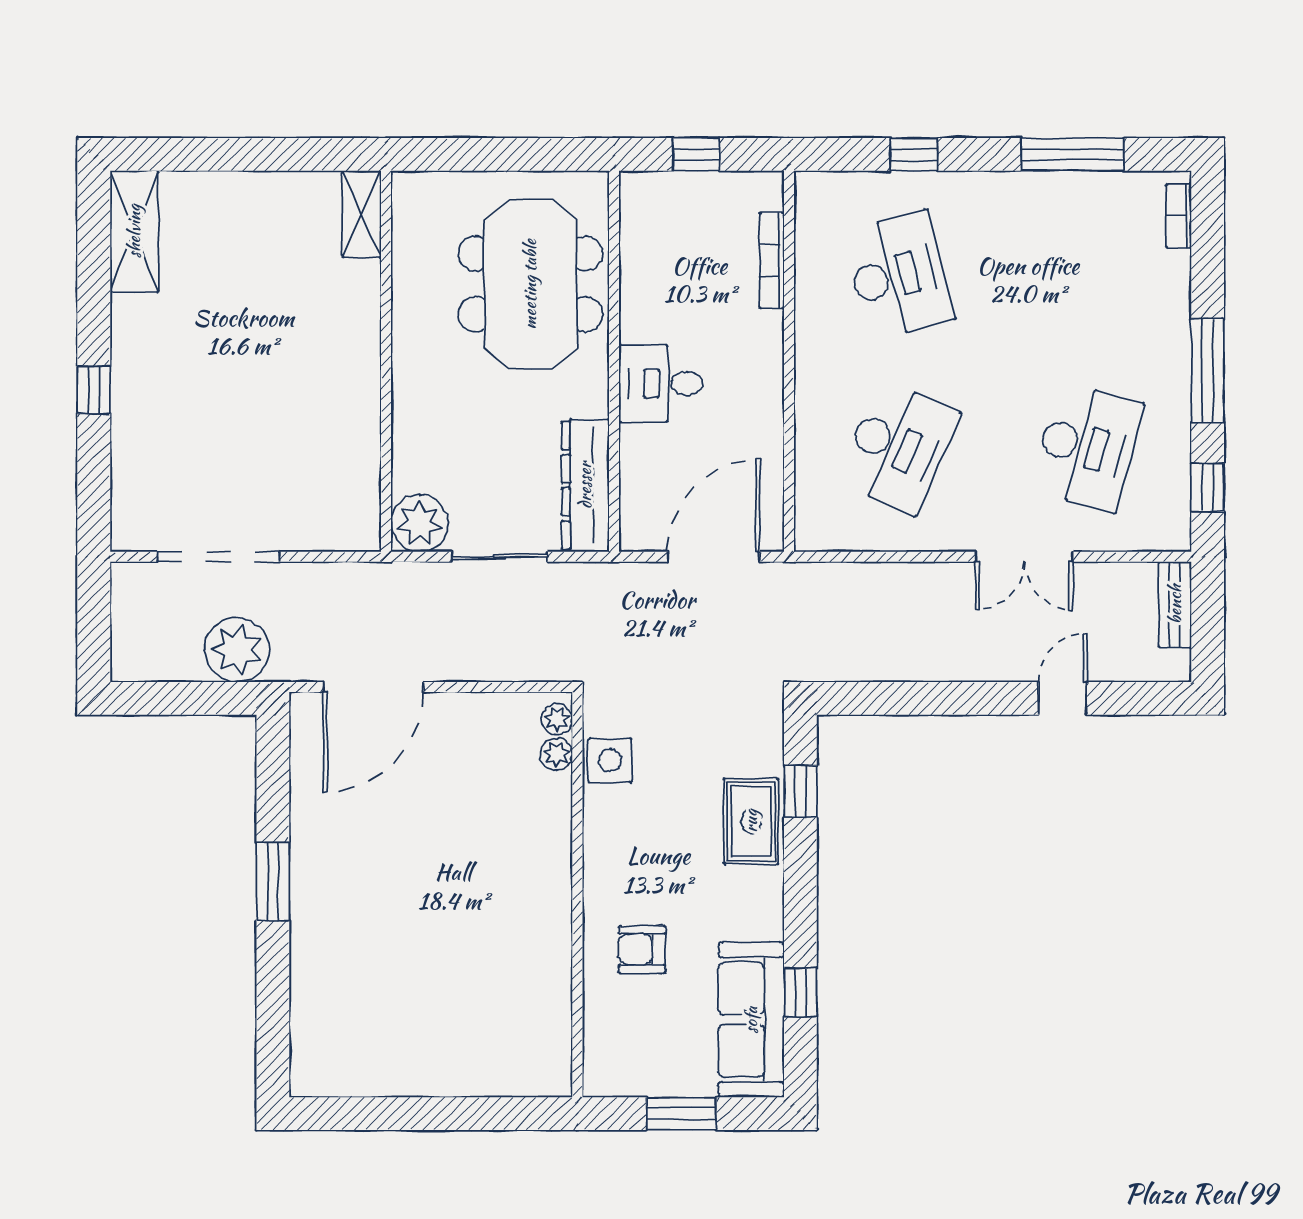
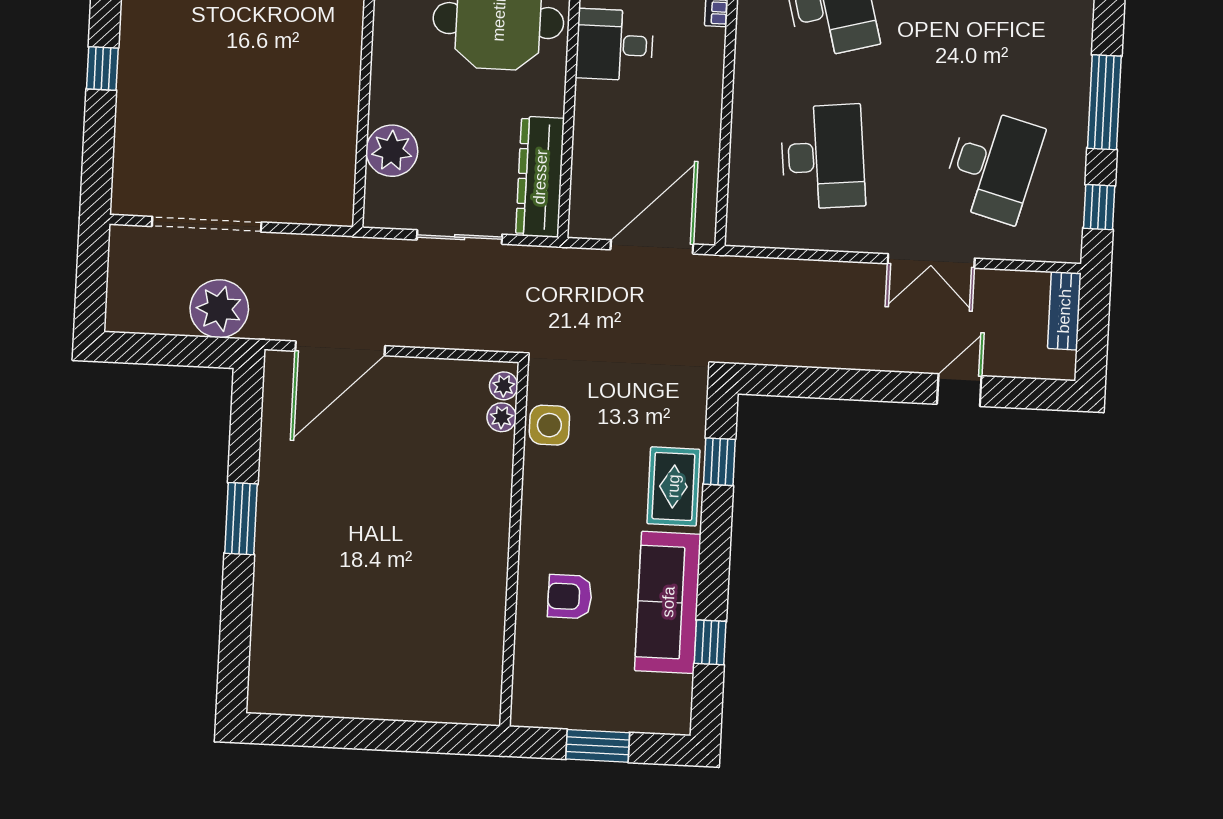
desk: (661, 383) -> (615, 45), moved
desk: (898, 447) -> (823, 157), turned -30
plant: (420, 523) -> (392, 151), moved
sofa: (751, 1020) -> (668, 602), moved

